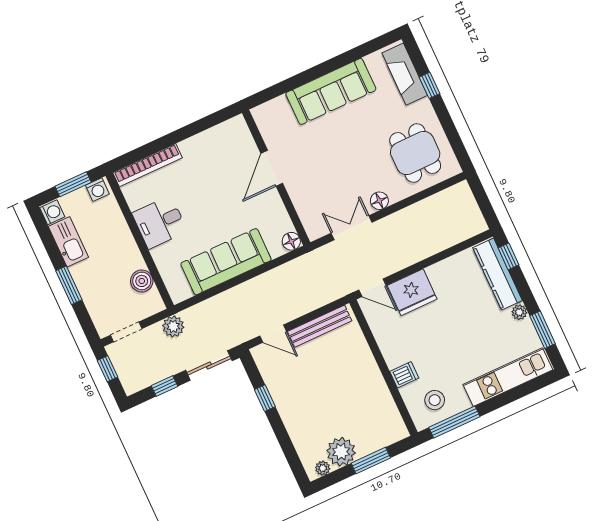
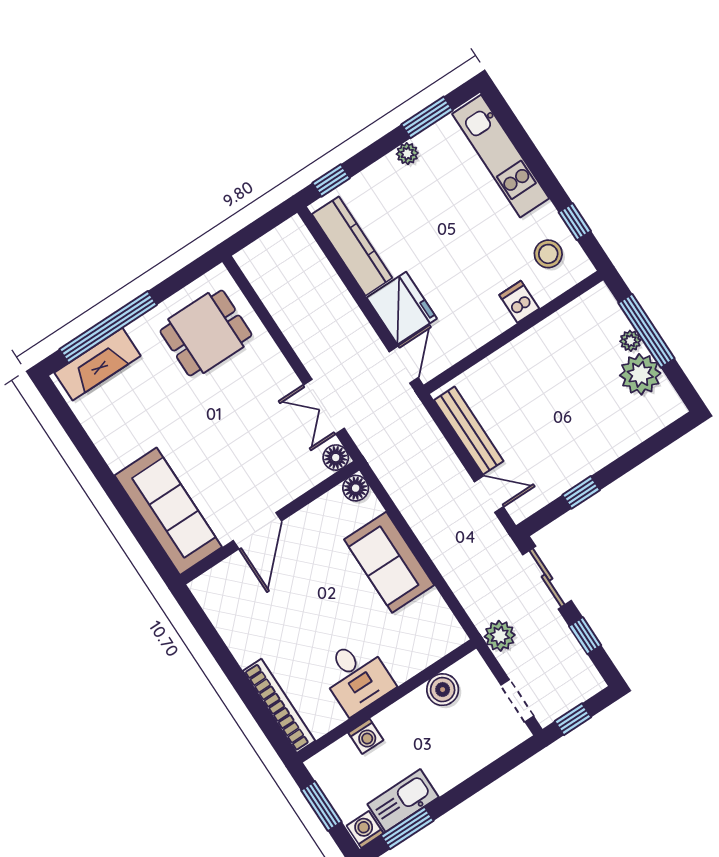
window: (430, 85) -> (108, 327), width x3.17
sofa: (331, 91) -> (168, 511), moved
door: (272, 168) -> (257, 531), hinge flipped
washing machine: (97, 190) -> (366, 736), moved, turned 90
floor lamp: (379, 201) -> (336, 458), moved
sofa: (226, 262) -> (389, 562), width x0.73
kitchen counter: (498, 274) -> (352, 246), moved, turned -90
window: (69, 285) -> (407, 828), moved
door: (273, 334) -> (489, 494), hinge flipped
window: (454, 422) -> (575, 222), width x0.46
window: (371, 461) -> (646, 331), width x1.44
plant: (323, 468) -> (630, 341), moved

